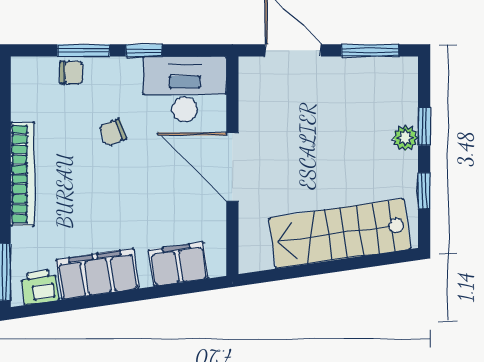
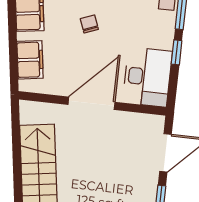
chair: (113, 132) -> (89, 24), moved

